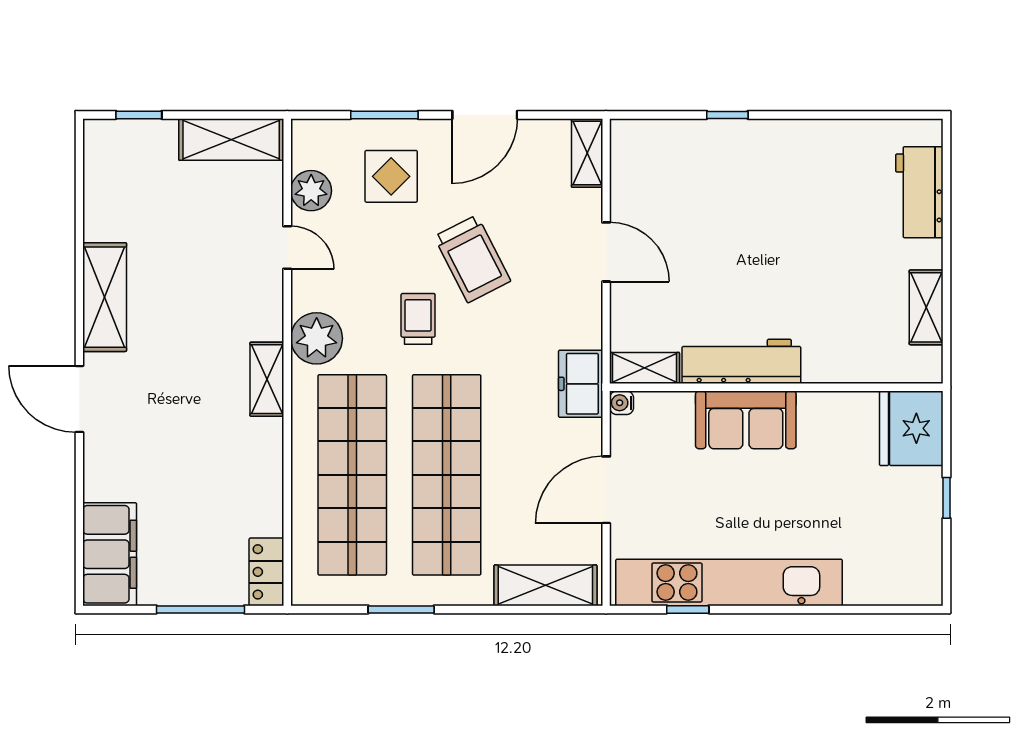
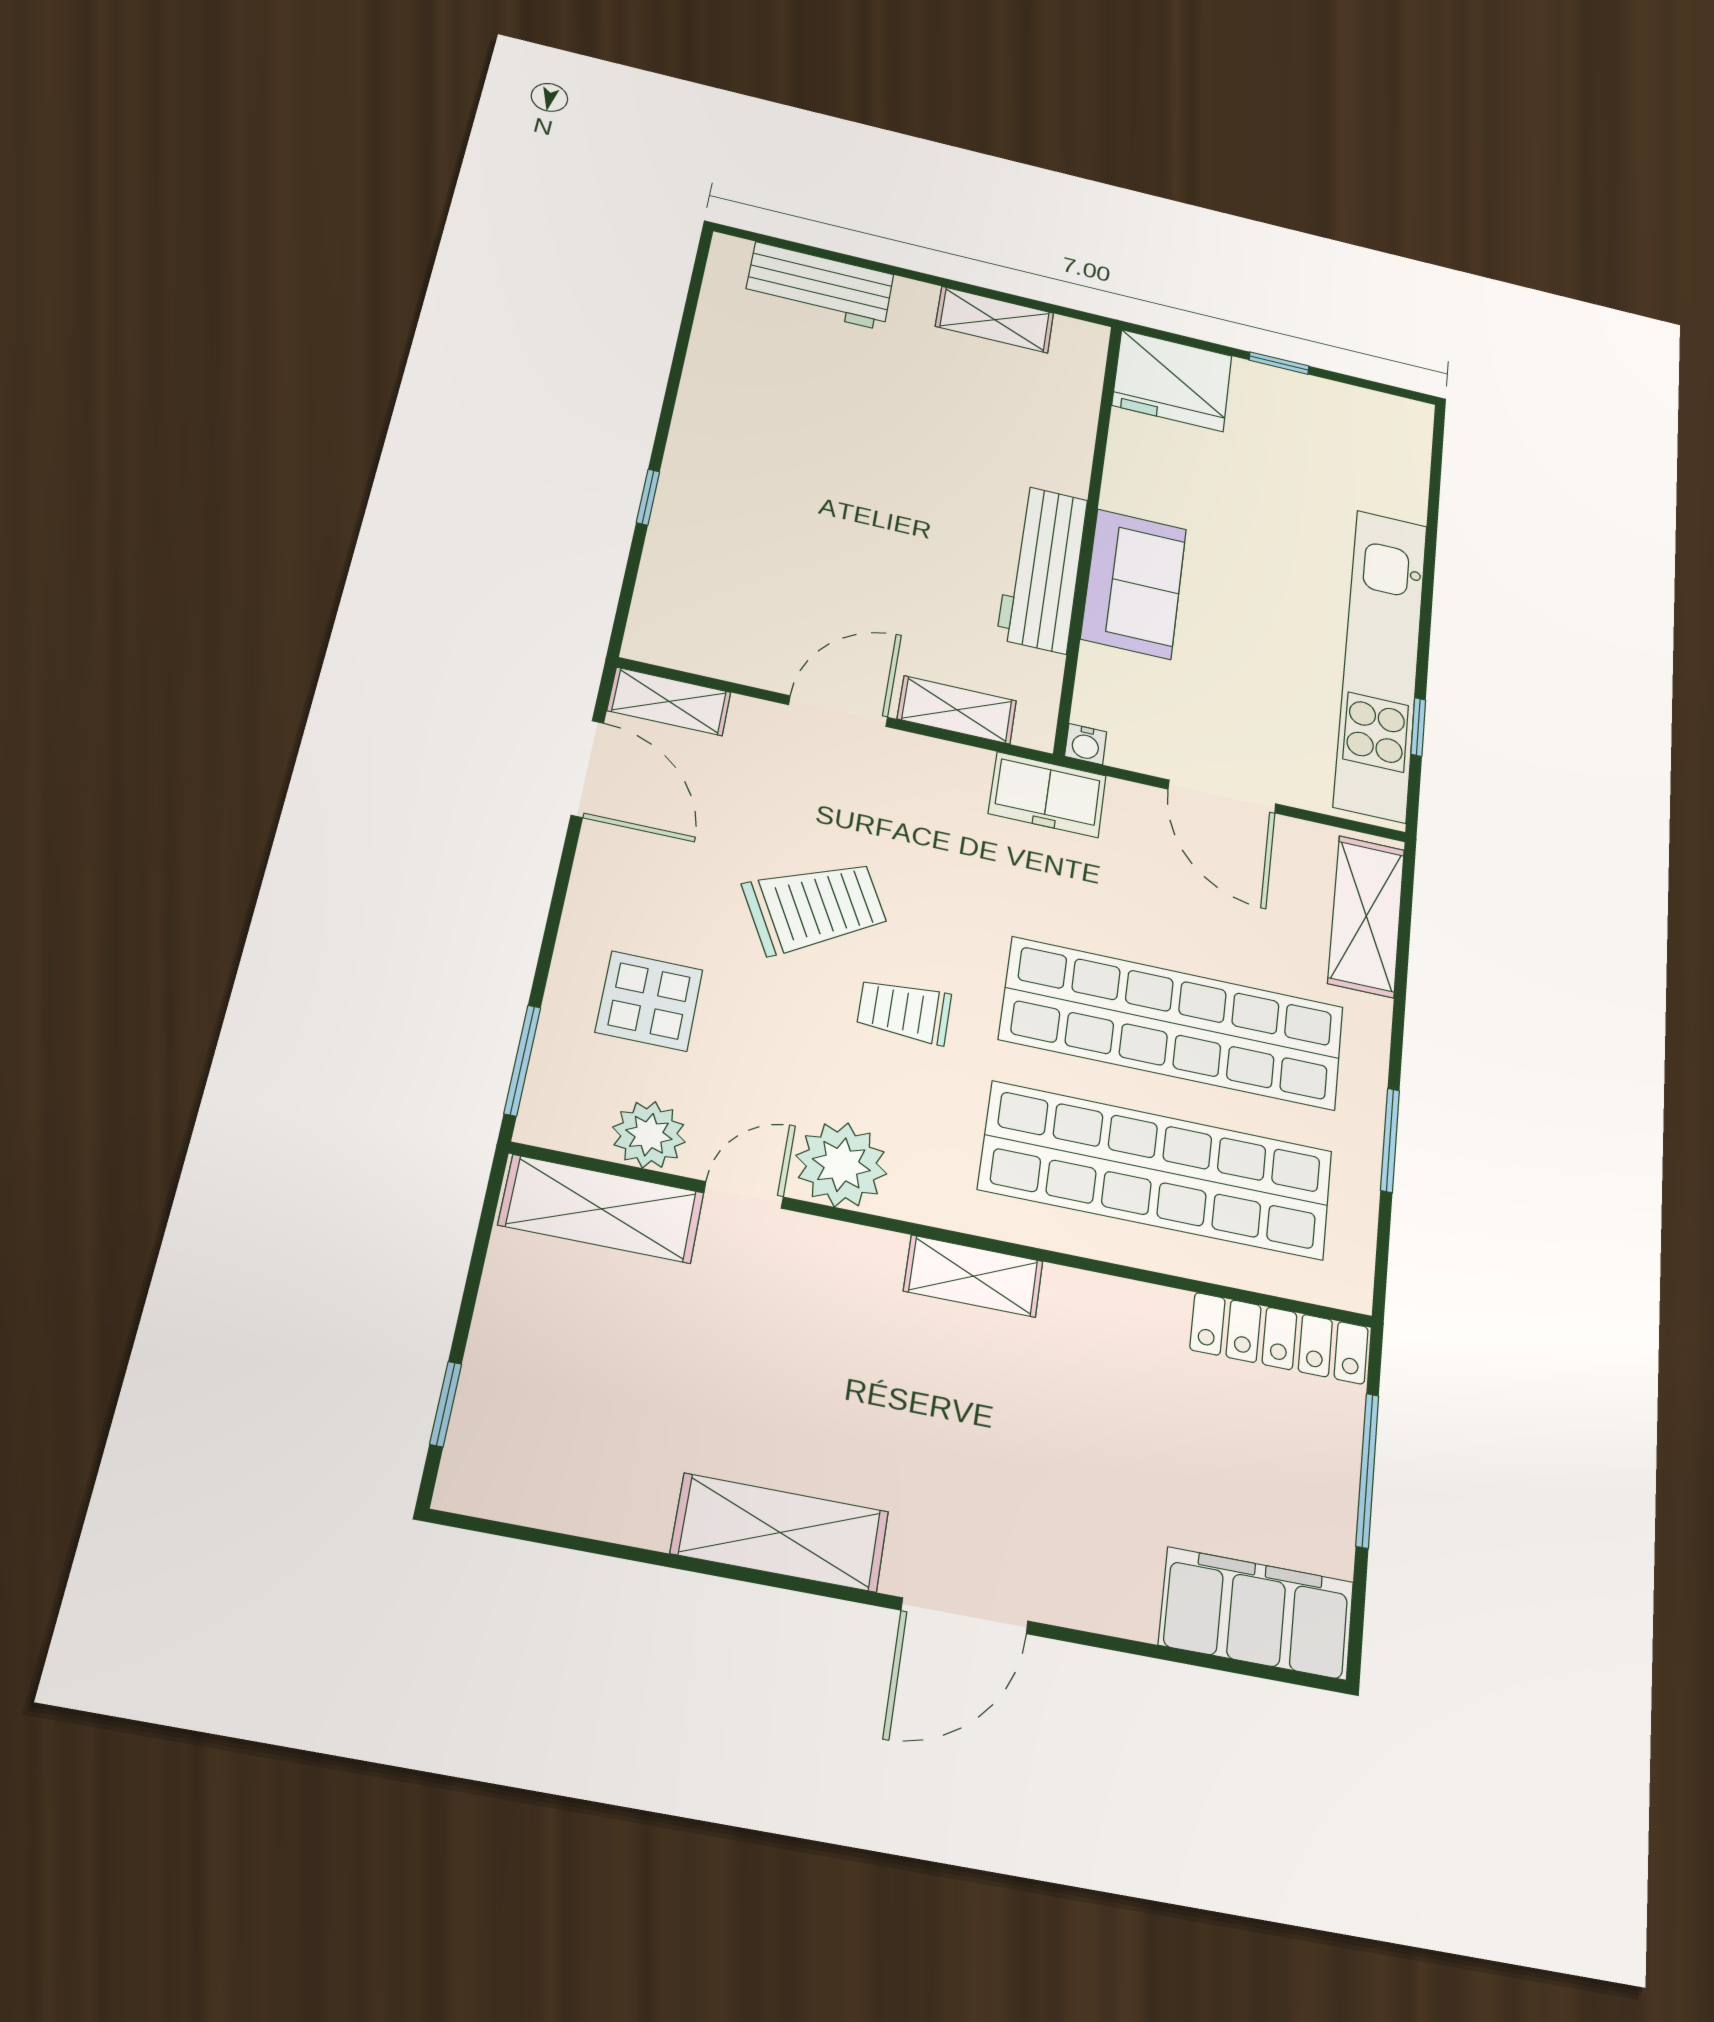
window: (384, 115) -> (522, 1060), moved
door: (485, 115) -> (587, 769), moved
shelving: (231, 140) -> (601, 1209), moved, turned 90
plant: (317, 338) -> (841, 1165), moved
shelving: (644, 368) -> (957, 710), moved, turned 90
locker: (266, 572) -> (1279, 1338), width x1.53

